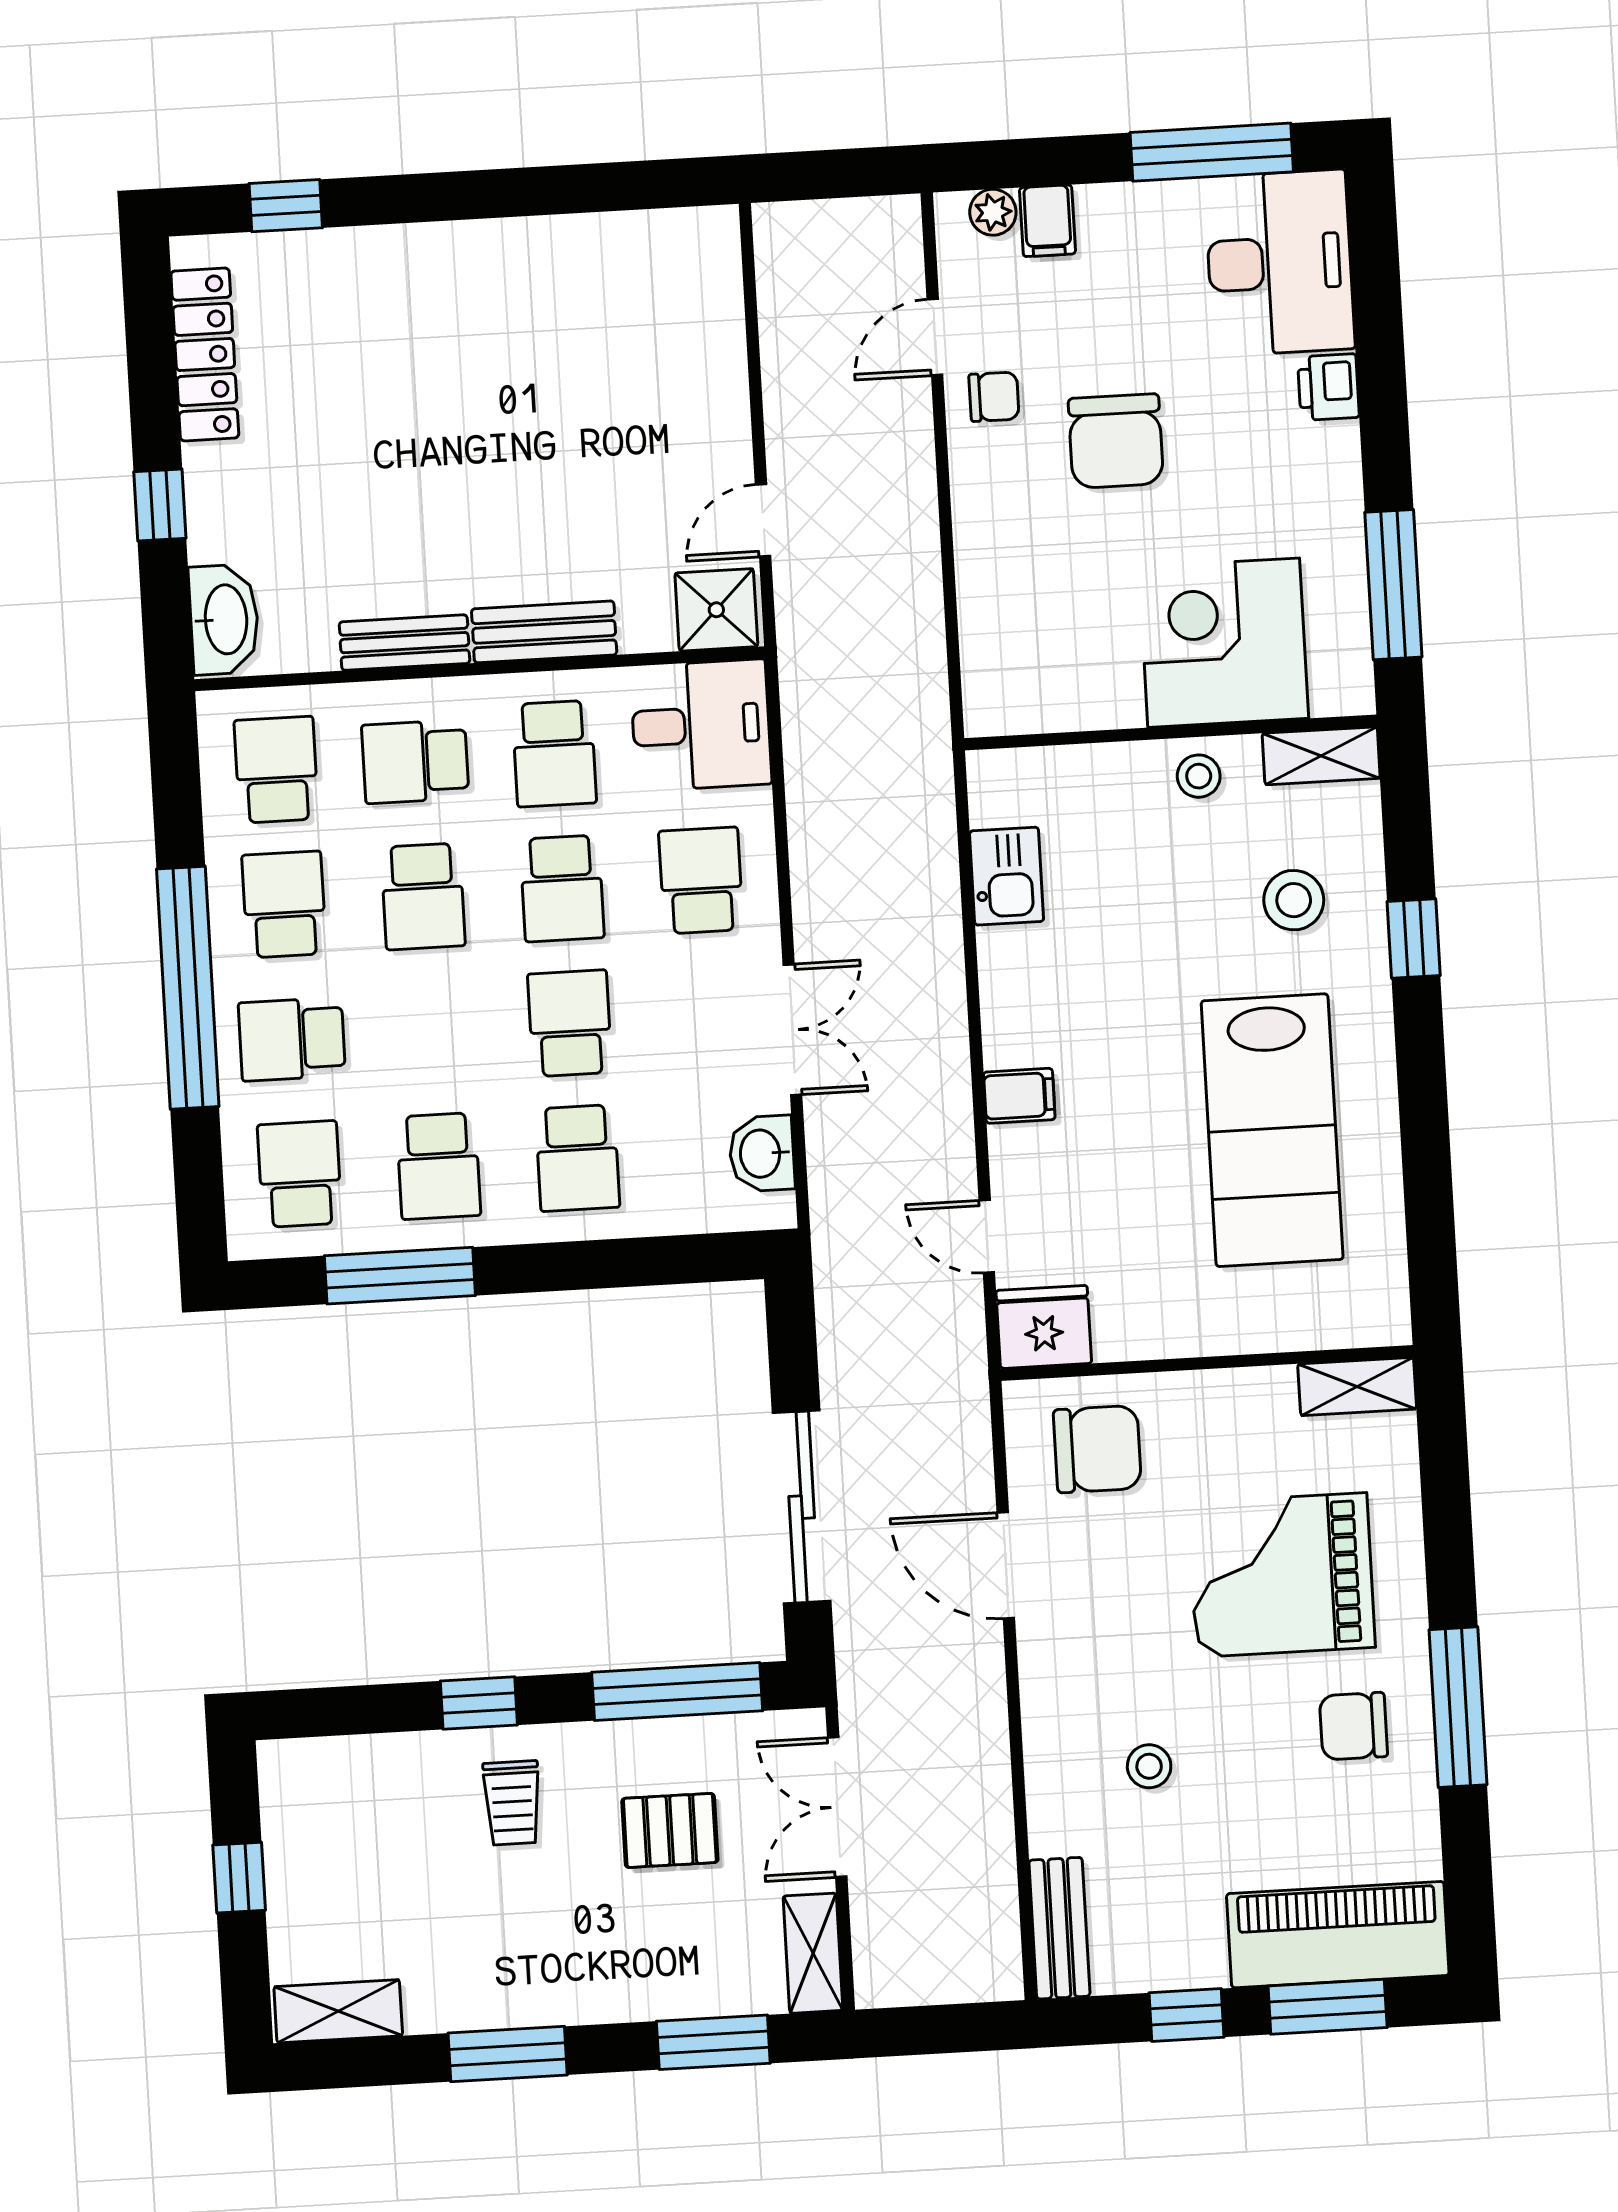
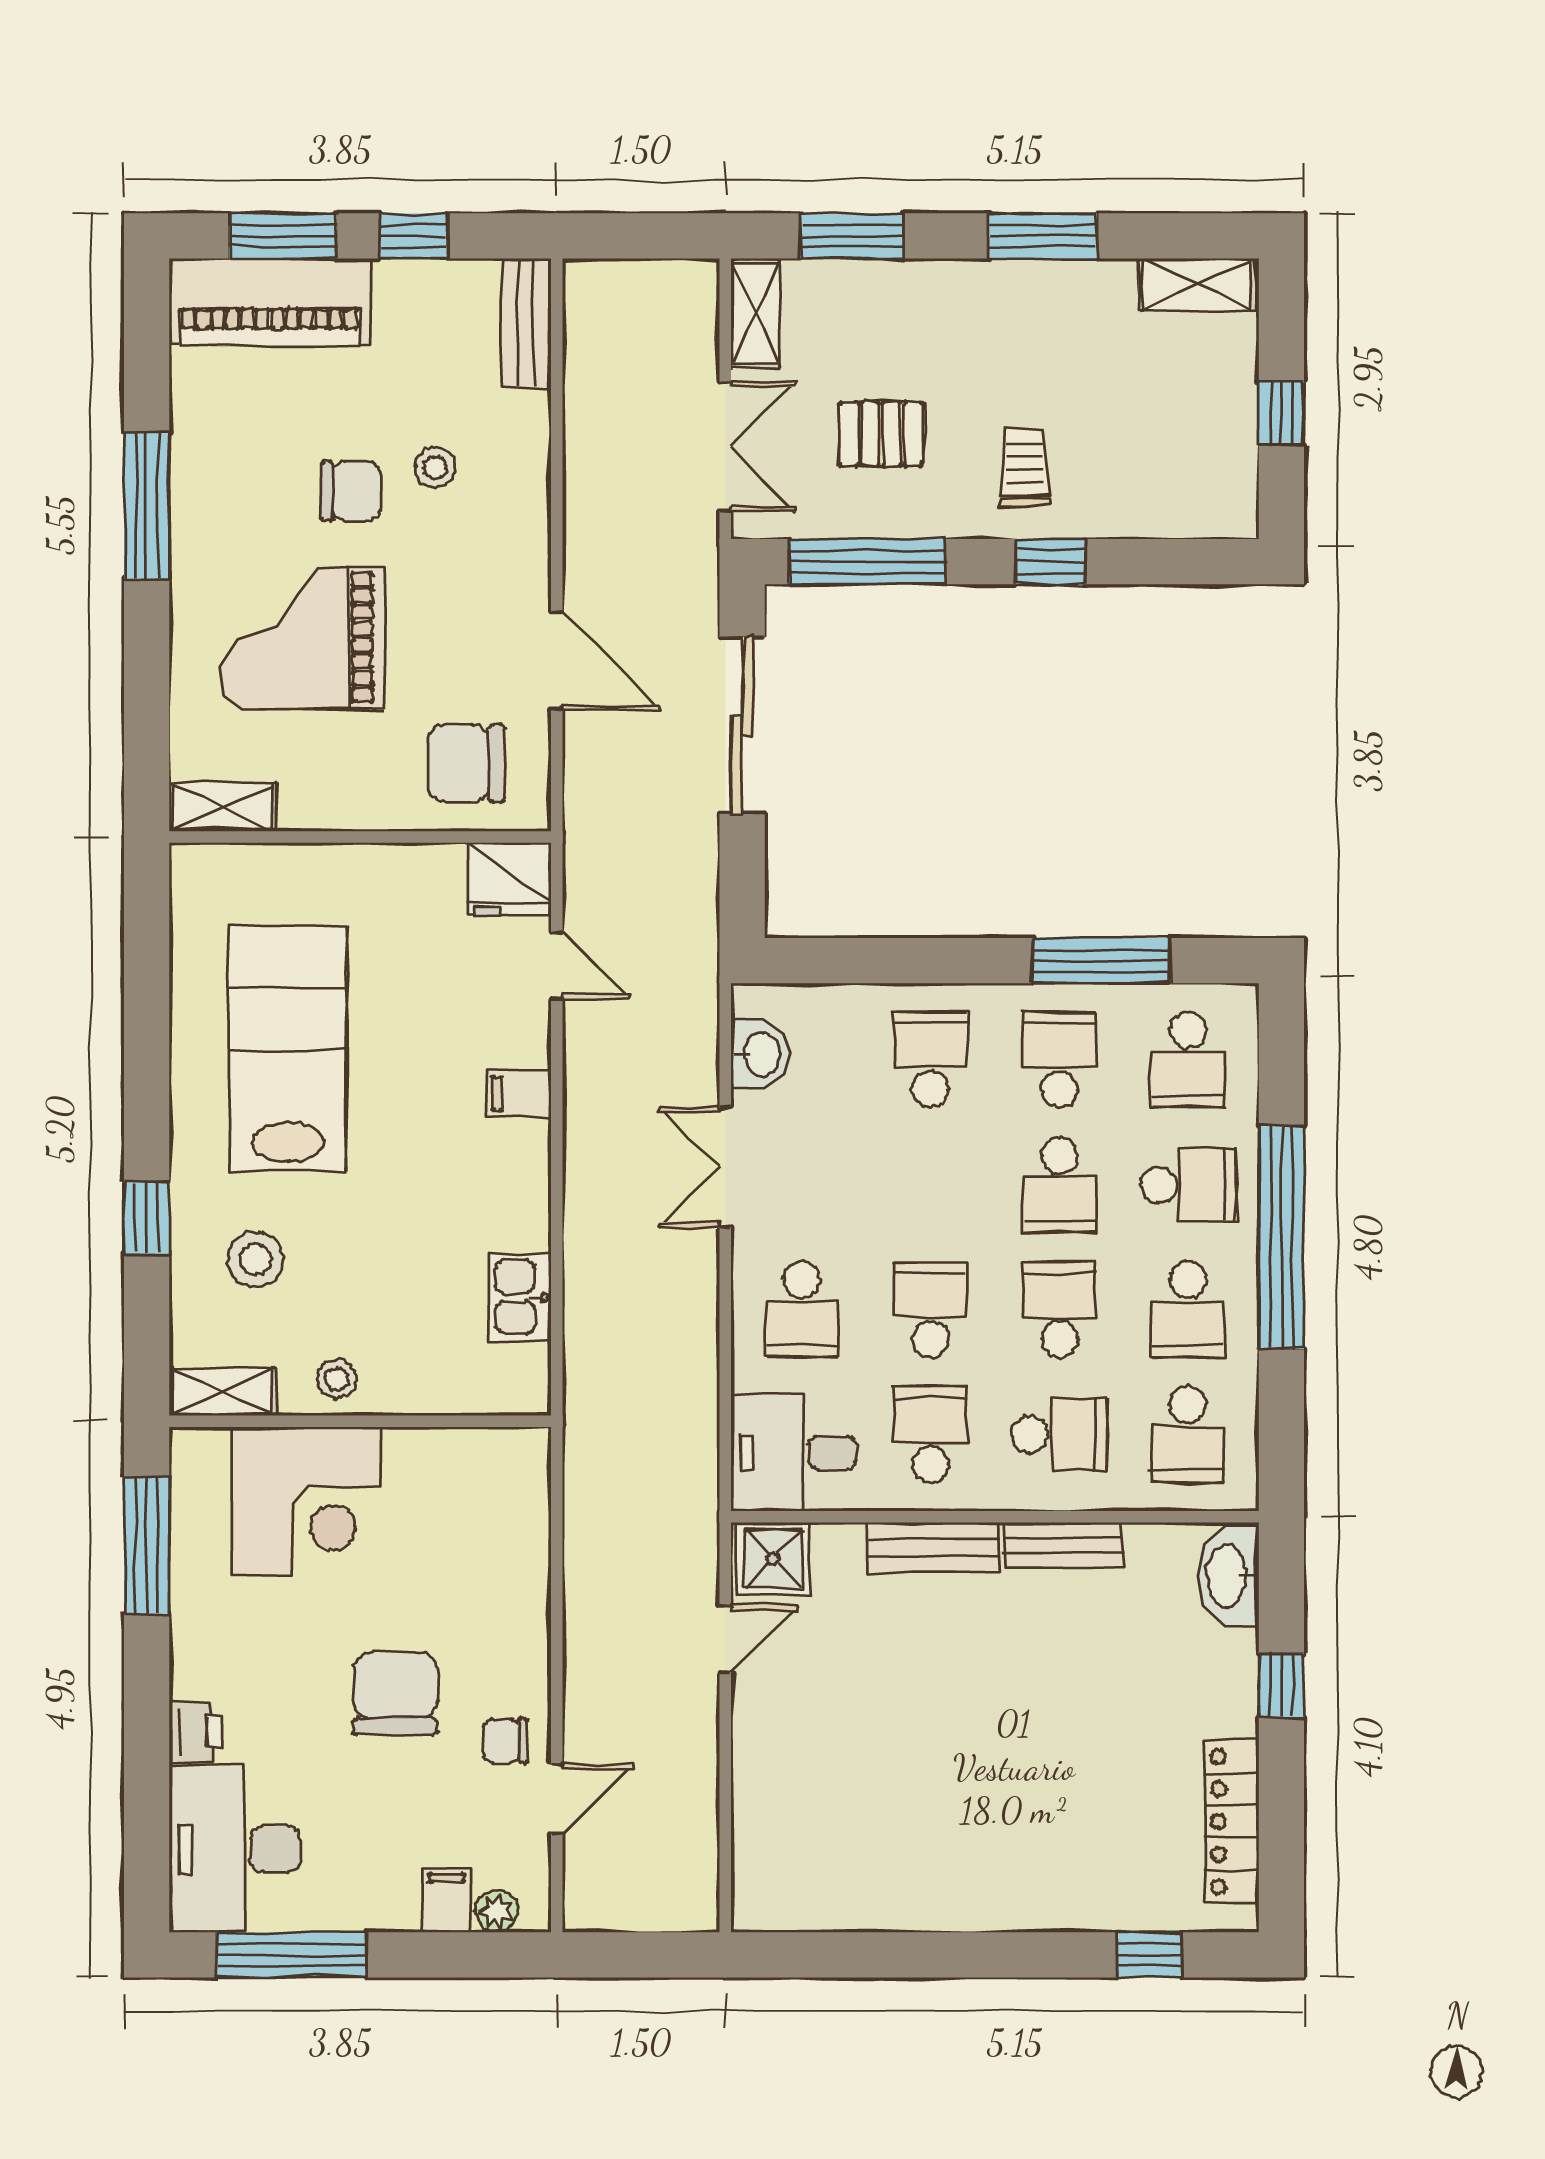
school desk: (570, 1023) -> (1059, 1185), moved
grand piano: (1282, 1575) -> (303, 637), turned 180
chair: (1353, 1726) -> (351, 491), moved

